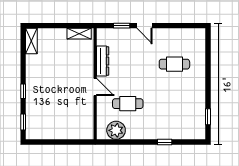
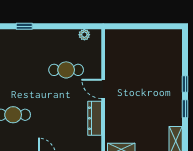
window: (23, 122) -> (185, 109), moved
plant: (116, 130) -> (84, 35), width x0.53, depth x0.53

